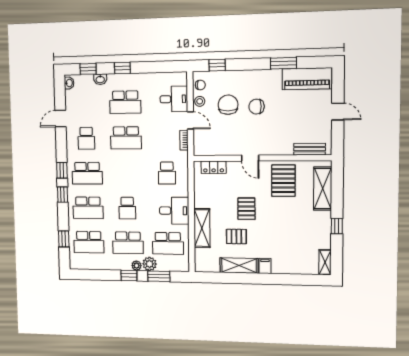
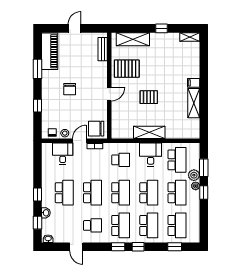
window: (217, 65) -> (37, 106), moved
chair: (228, 105) -> (96, 129), moved
locker: (214, 167) -> (116, 123), removed
school desk: (127, 173) -> (121, 193), added
school desk: (127, 208) -> (149, 193), width x1.85
shelving: (202, 228) -> (149, 132), moved
pallet: (236, 236) -> (171, 105), removed

